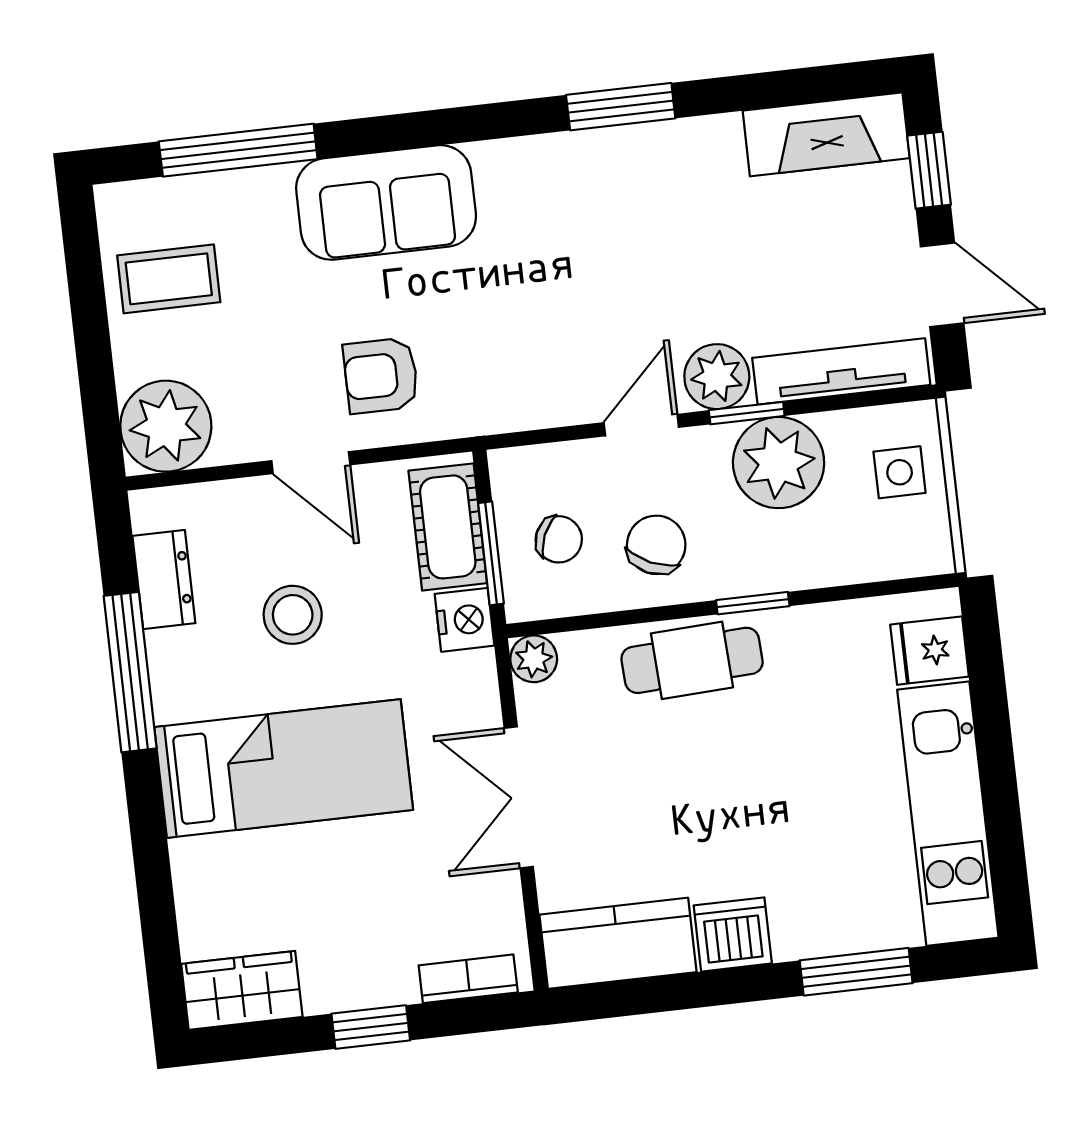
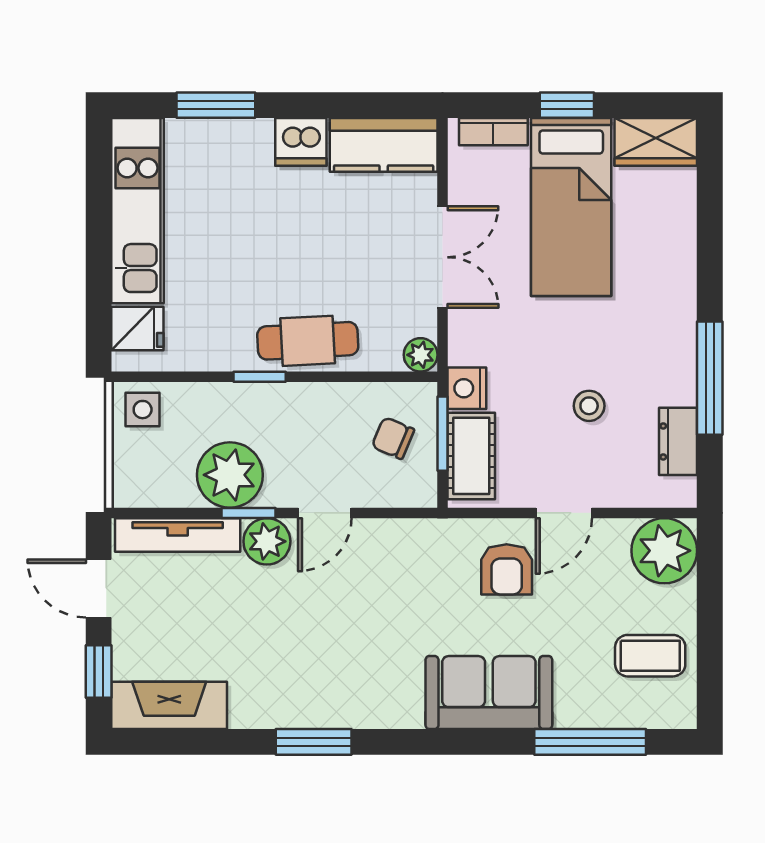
armchair: (381, 376) -> (507, 569), turned 90
door: (311, 463) -> (564, 513), swing flipped
side table: (900, 472) -> (143, 410), moved
chair: (656, 545) -> (324, 426), removed
stool: (293, 615) -> (589, 406), width x0.73, depth x0.73
bed: (284, 768) -> (571, 207), moved, turned -90

